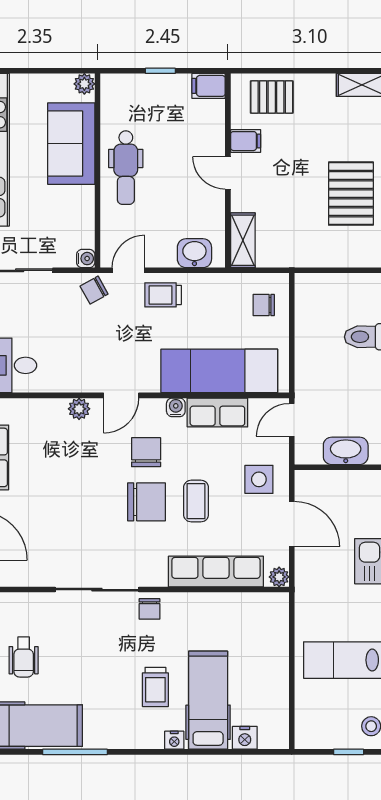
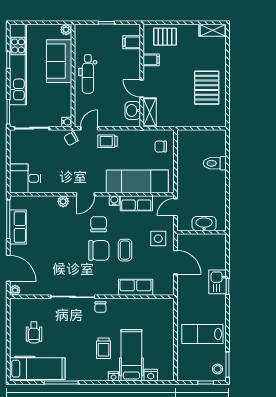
filing cabinet: (209, 86) -> (132, 42), moved
door: (228, 173) -> (142, 88), moved
washbasin: (194, 253) -> (133, 111), moved, turned -90
row of seats: (216, 572) -> (136, 287), width x0.68
plant: (279, 577) -> (169, 290), removed

